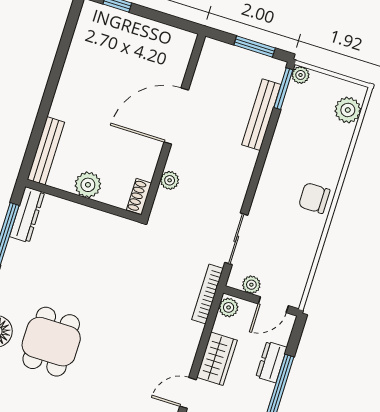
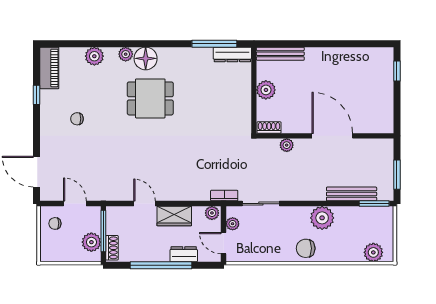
plant: (300, 75) -> (322, 218), moved, width x1.87, depth x1.87
chair: (314, 198) -> (306, 248), turned -90
bookcase: (207, 294) -> (224, 196), width x0.64

